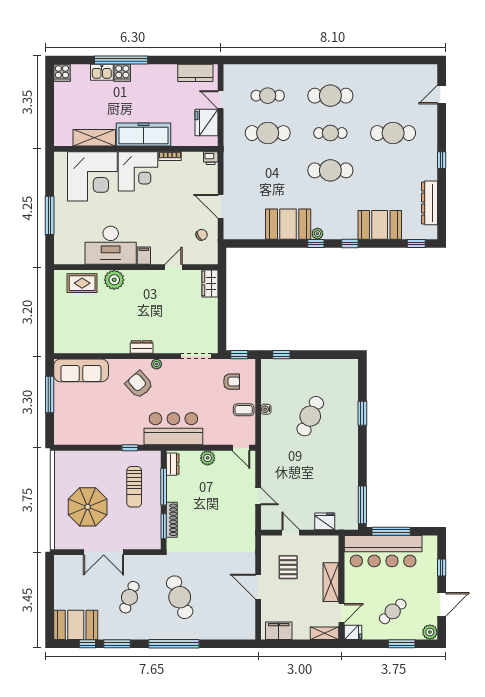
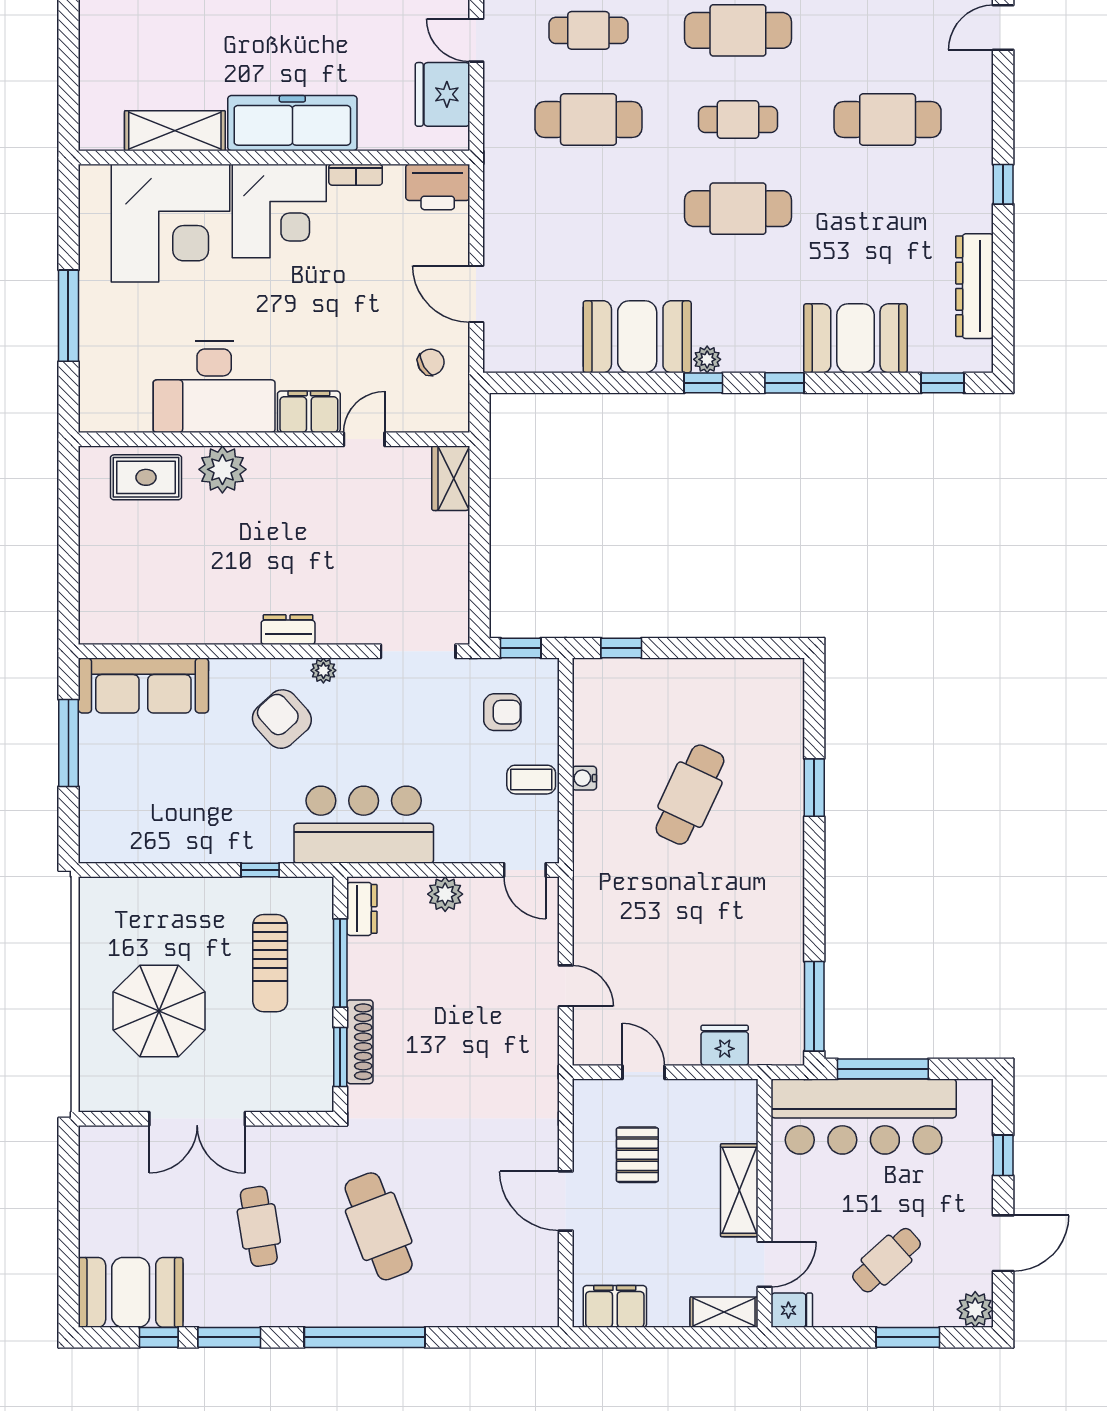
printer: (211, 158) -> (438, 187), width x1.87, depth x1.48
filing cabinet: (144, 256) -> (309, 412), width x2.00
cafe table: (129, 597) -> (259, 1226), turned -30

